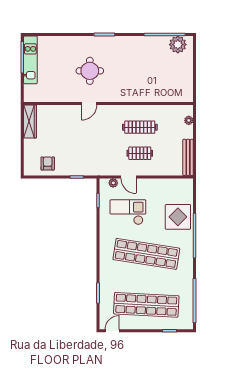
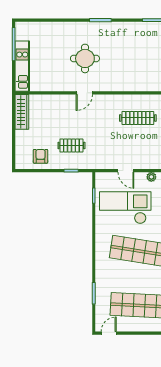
kitchen unit: (30, 60) -> (22, 66), moved
clothes rail: (140, 153) -> (71, 146), moved
plant: (113, 183) -> (151, 177), moved
checkout: (128, 212) -> (125, 208), width x1.36, depth x1.21

